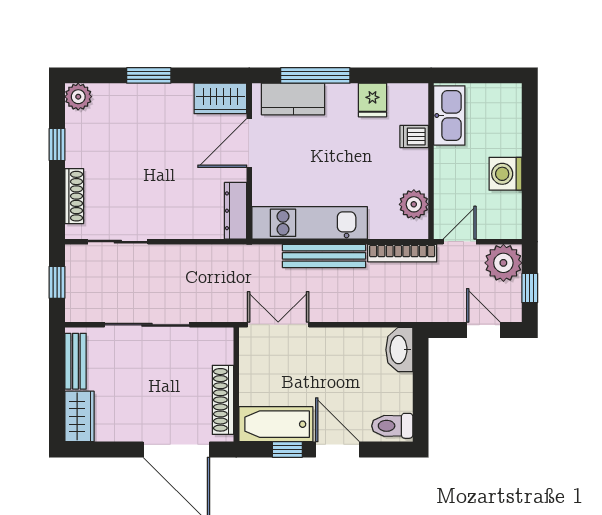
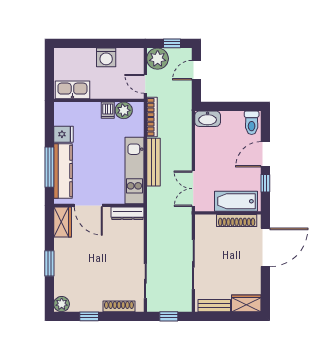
kitchen counter: (293, 99) -> (63, 171), width x1.50
dishwasher: (414, 137) -> (108, 110), moved
bathtub: (276, 424) -> (236, 201), moved, turned 90

